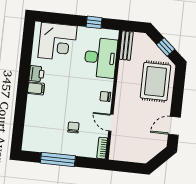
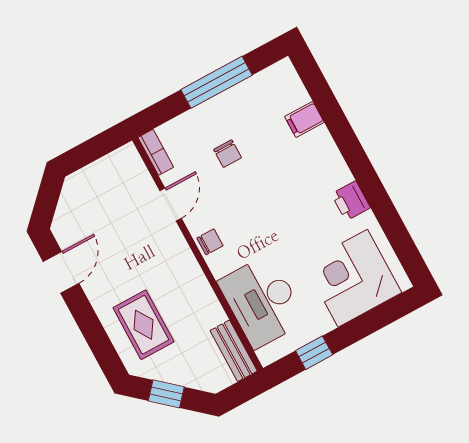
rug: (155, 81) -> (143, 325), width x0.73, depth x0.70
filing cabinet: (36, 88) -> (304, 119), moved
door: (111, 123) -> (171, 205), hinge flipped

